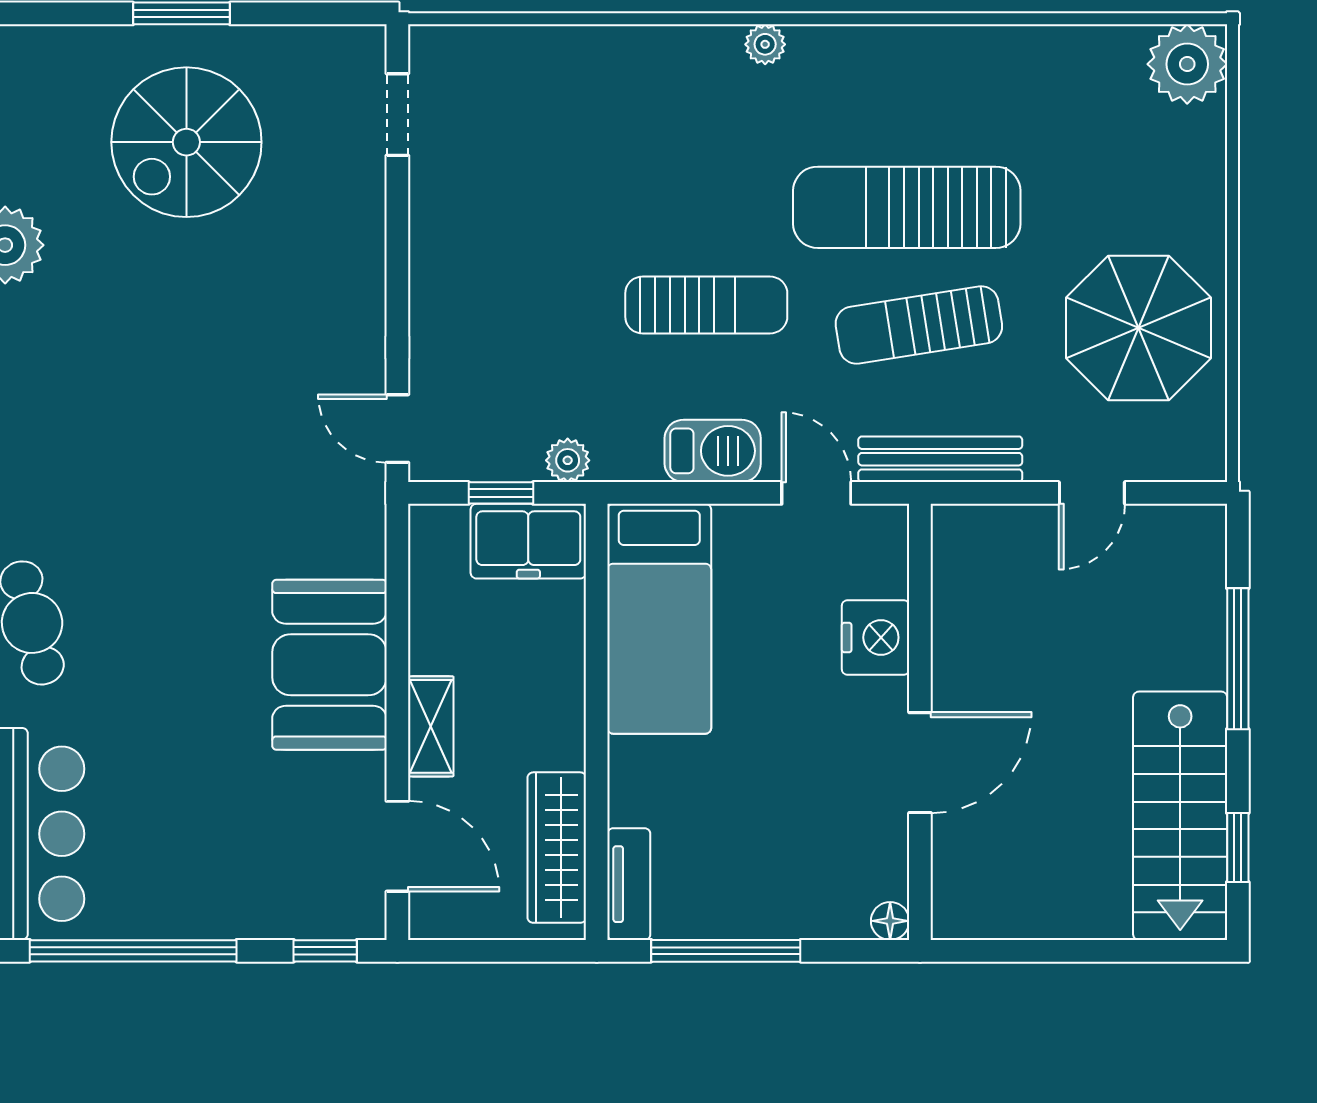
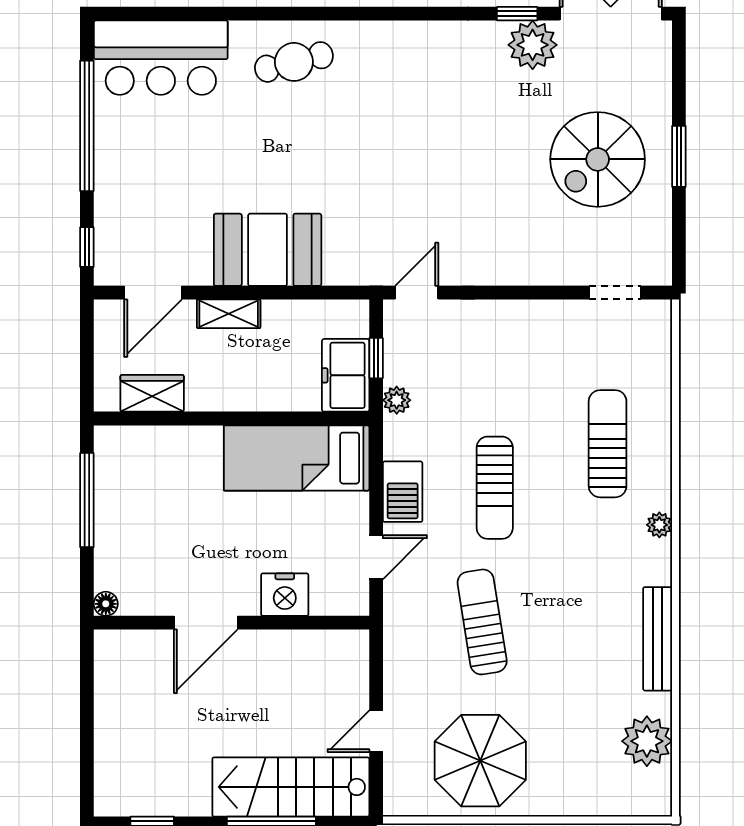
plant: (1187, 64) -> (647, 741), moved
spiral stairs: (186, 142) -> (598, 159), turned -90
sun lounger: (907, 207) -> (608, 444), moved, width x0.73, depth x0.75
bench: (940, 459) -> (658, 639), moved
door: (1092, 493) -> (376, 731), hinge flipped
door: (920, 763) -> (206, 623), hinge flipped
stairs: (1180, 816) -> (291, 787), moved
wardrobe: (557, 848) -> (152, 393), width x0.67
tv unit: (629, 884) -> (129, 439), removed

